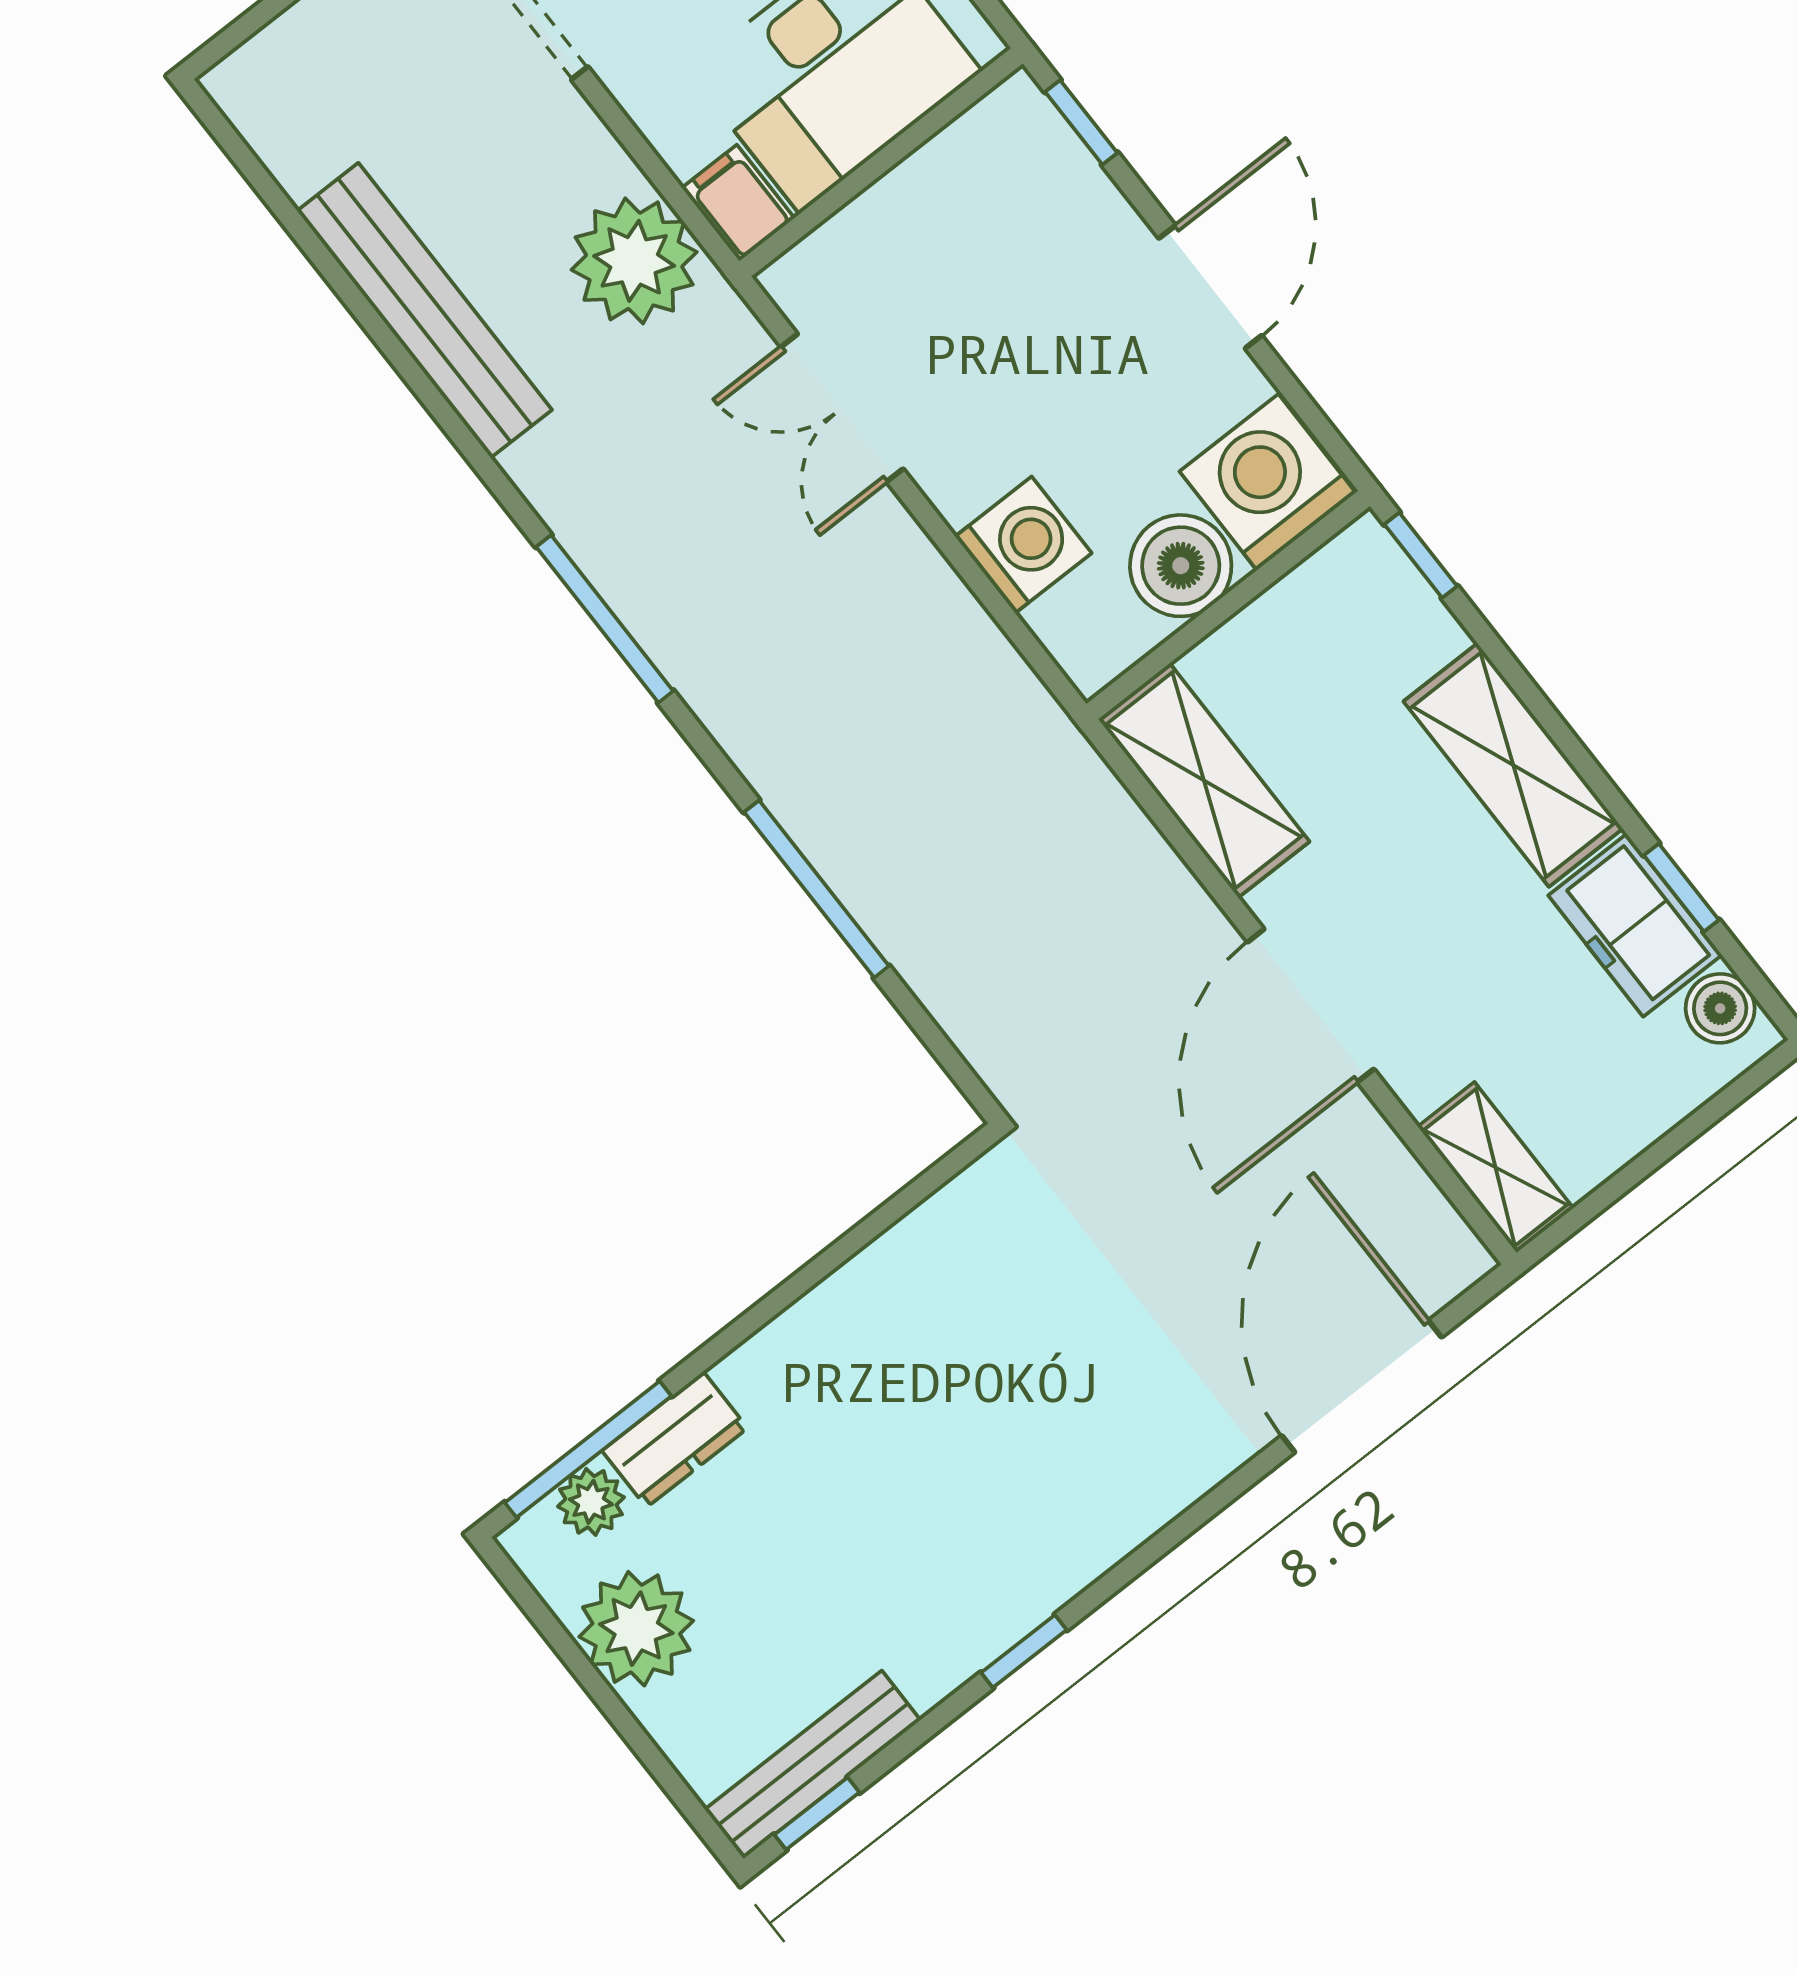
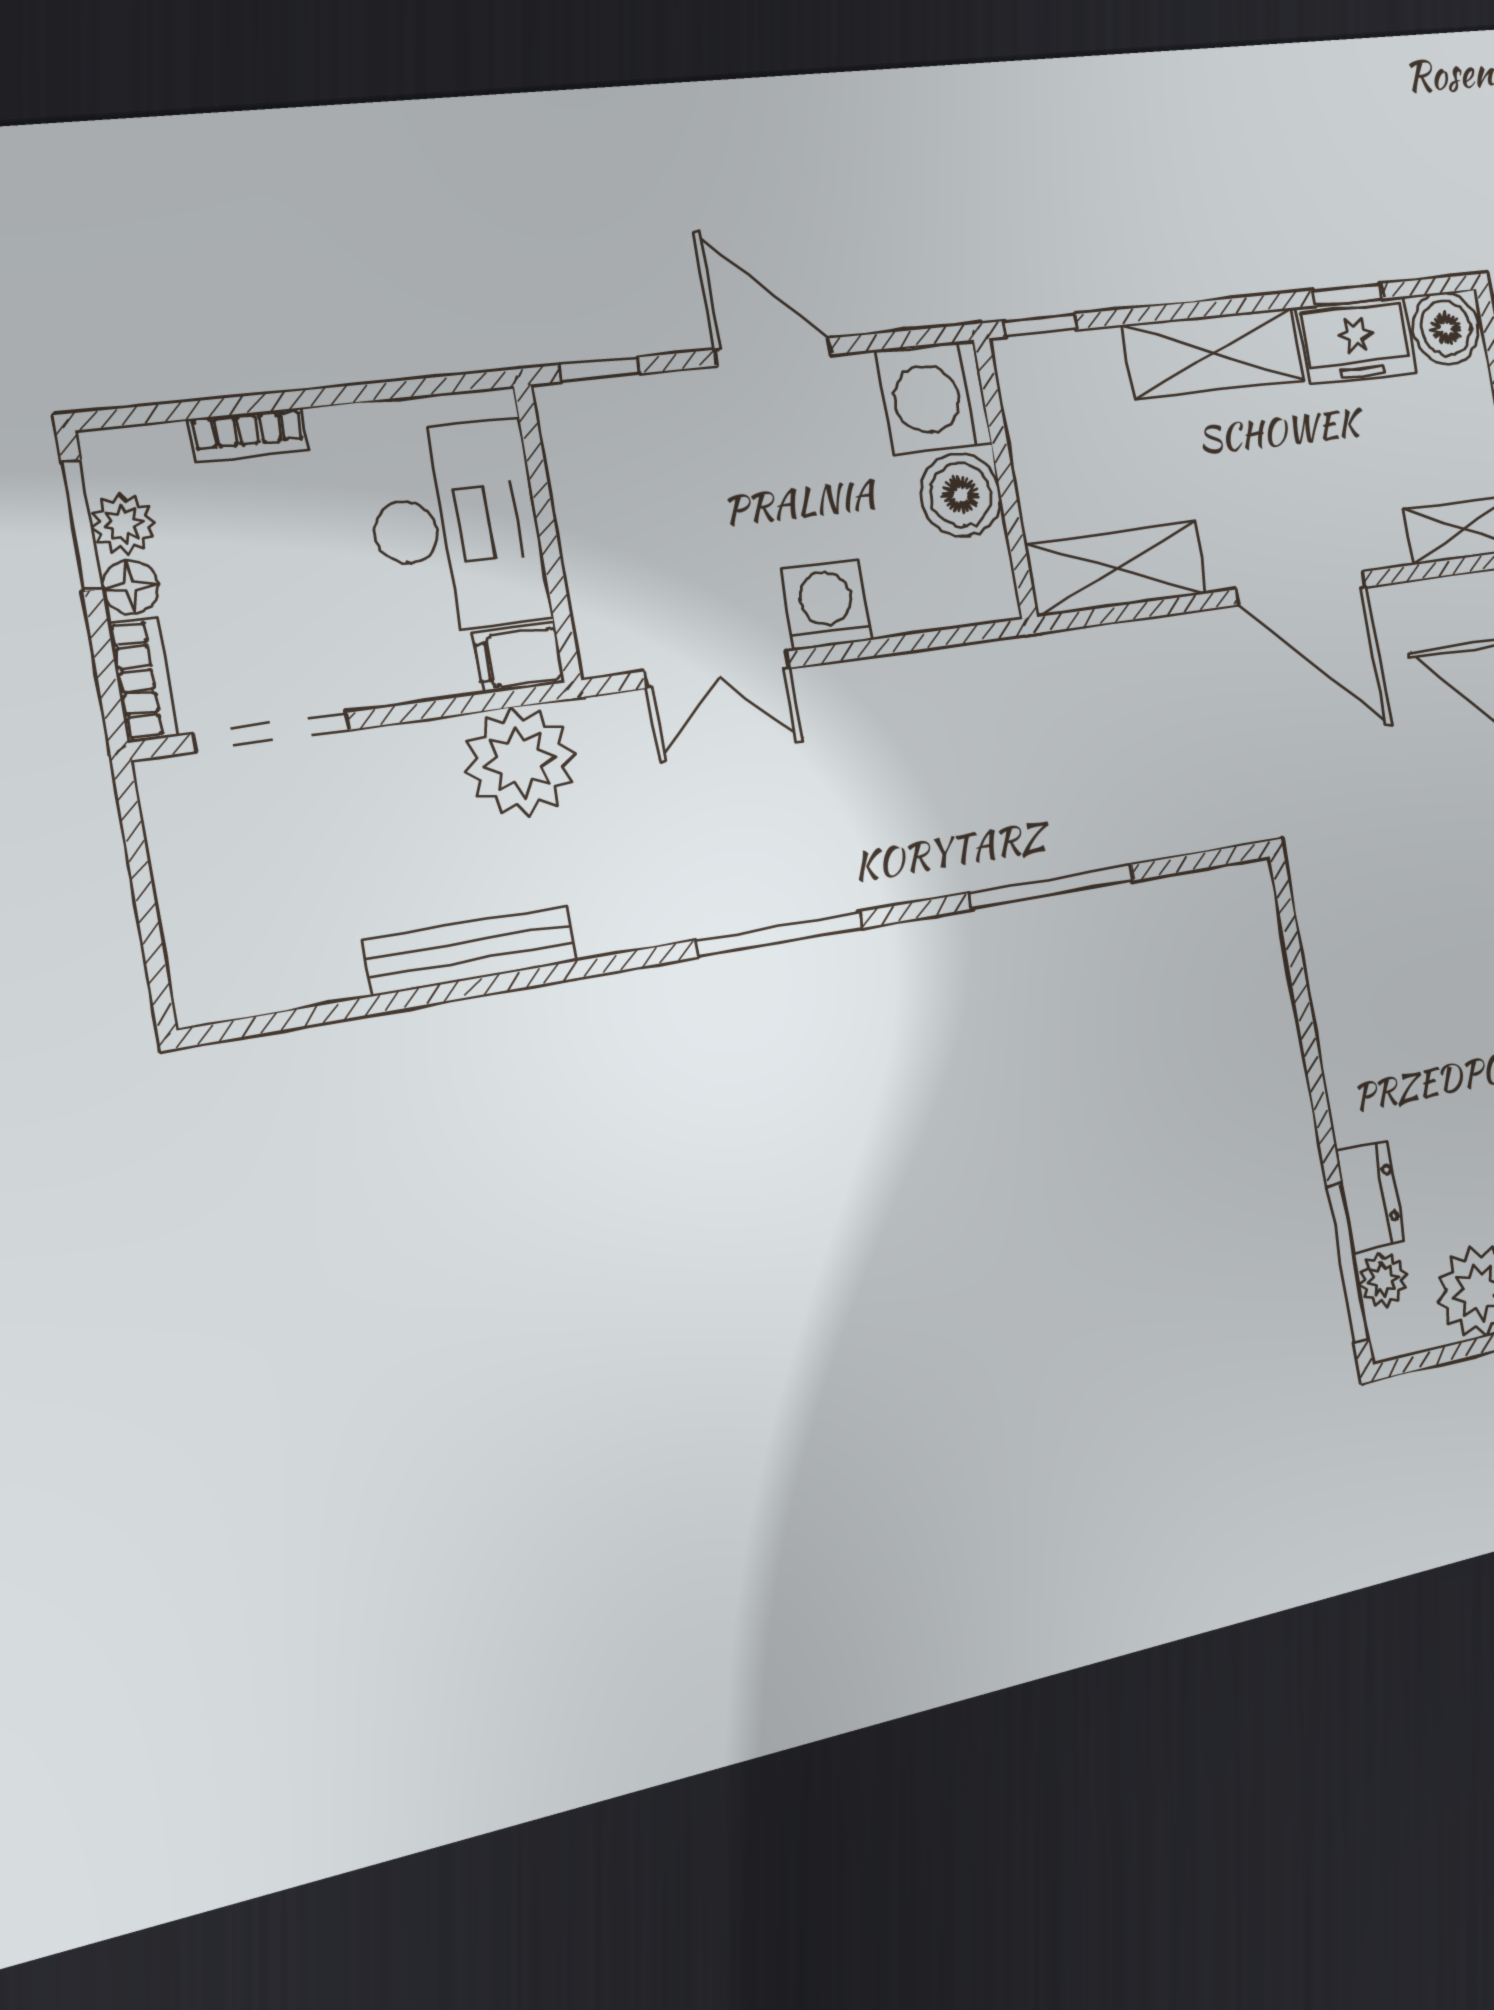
bench: (425, 310) -> (471, 951), width x0.73, depth x0.82
washing machine: (1023, 545) -> (827, 605), moved
boiler: (1720, 1008) -> (1446, 328), width x1.36, depth x1.36

